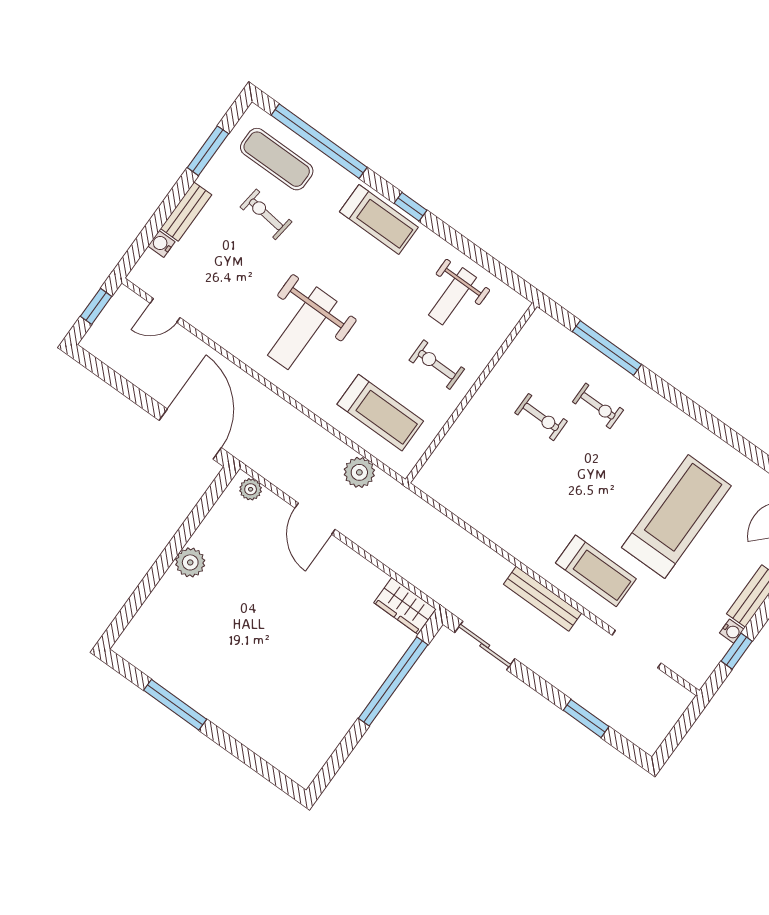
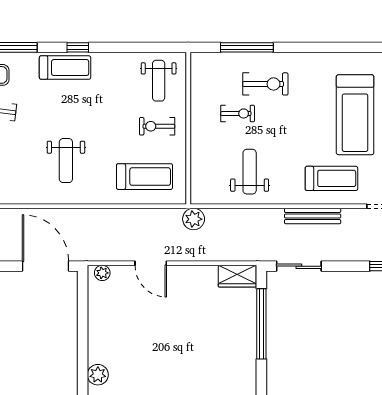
weight bench: (453, 296) -> (159, 81), moved
weight bench: (302, 328) -> (66, 161), width x0.73, depth x0.75
exercise bike: (598, 406) -> (265, 84), width x1.38, depth x1.39
plant: (359, 472) -> (194, 219), moved
weight bench: (506, 495) -> (250, 172), added
treadmill: (676, 517) -> (355, 115), turned 180
plant: (190, 562) -> (98, 375), moved

